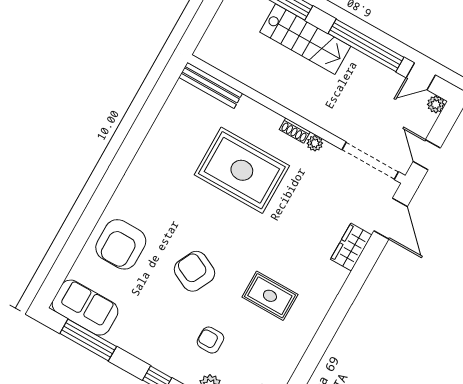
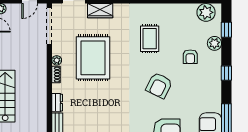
dresser: (253, 109) -> (57, 103), added
rug: (242, 170) -> (93, 58), moved

